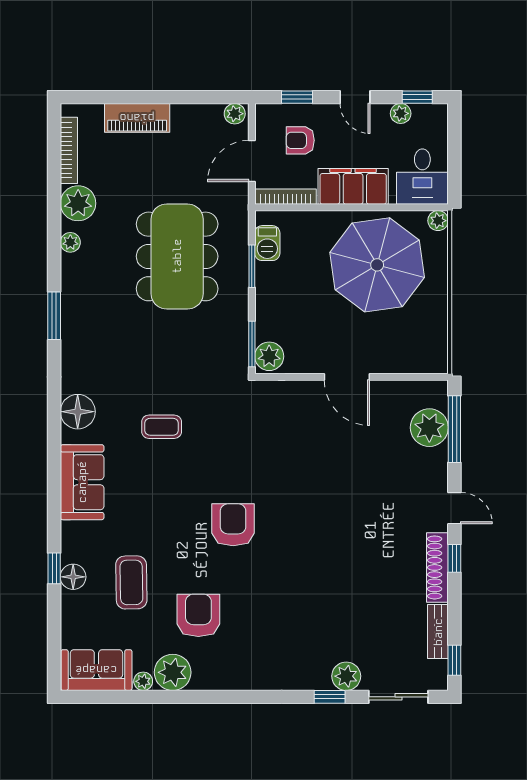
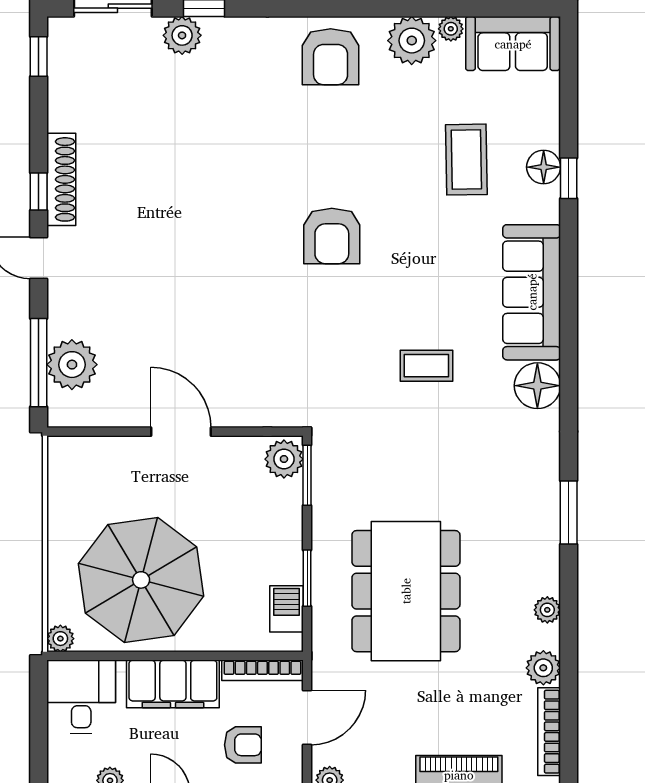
plant: (78, 203) -> (543, 668), width x0.73, depth x0.73
sofa: (82, 482) -> (532, 292), width x1.36
armchair: (198, 615) -> (331, 57), moved
bench: (438, 632) -> (61, 95), removed

